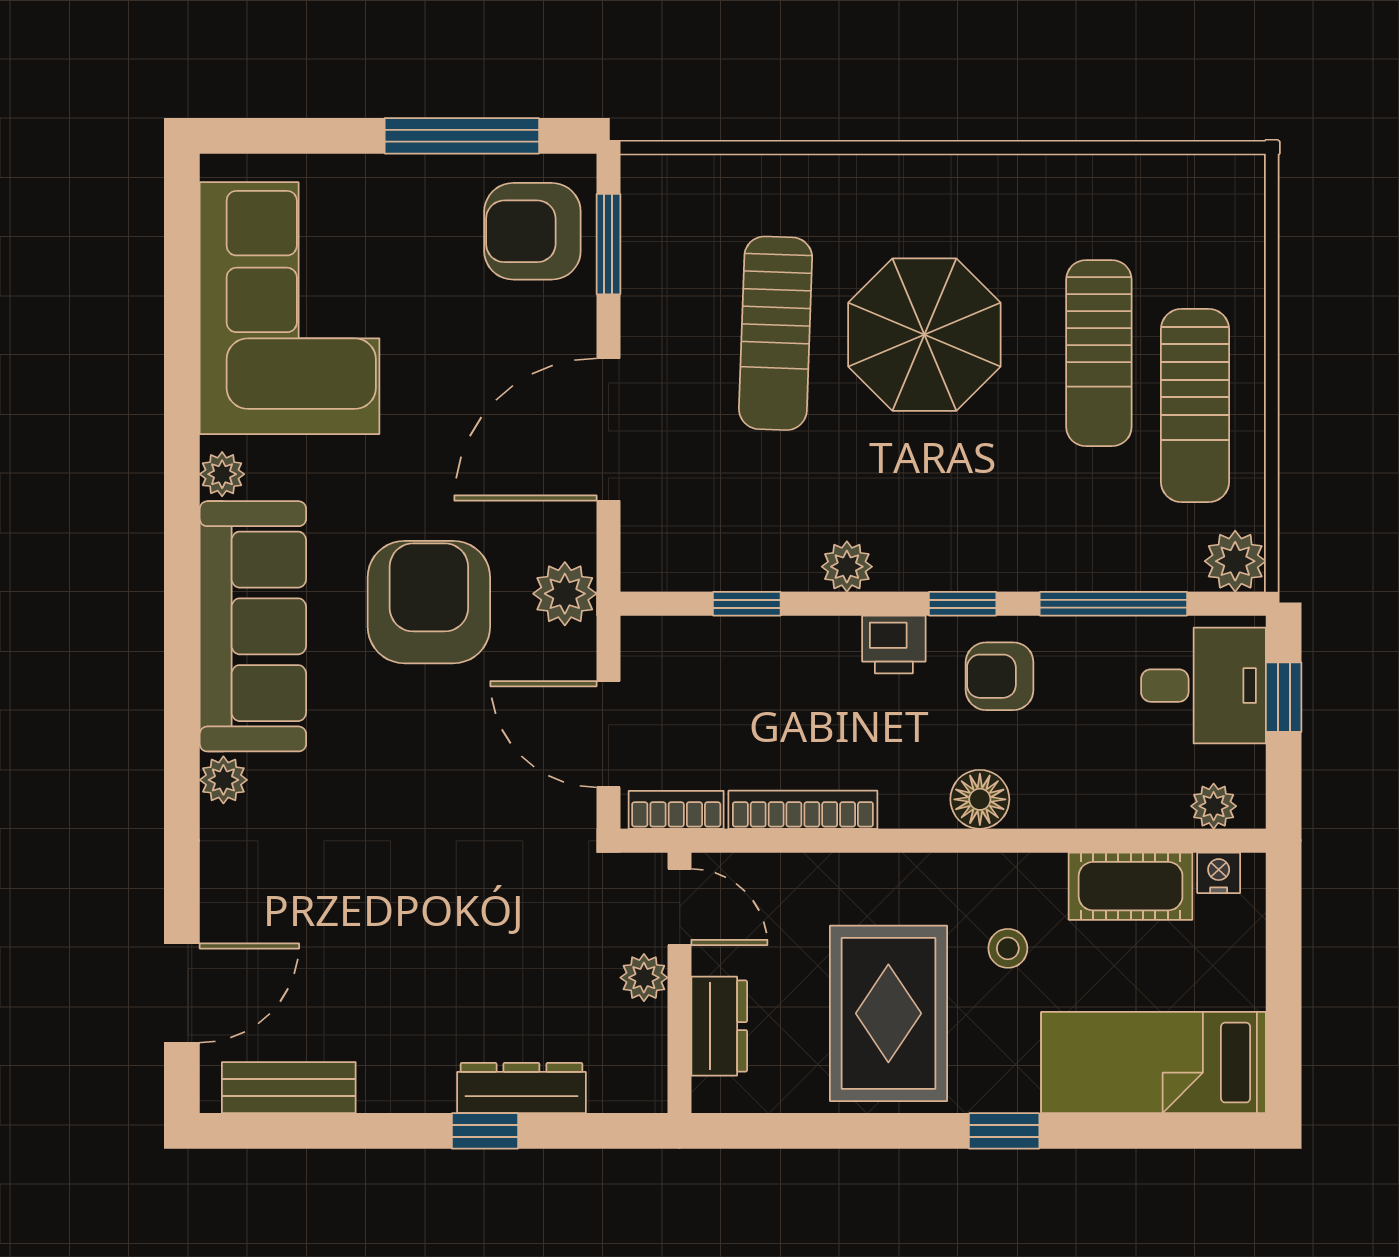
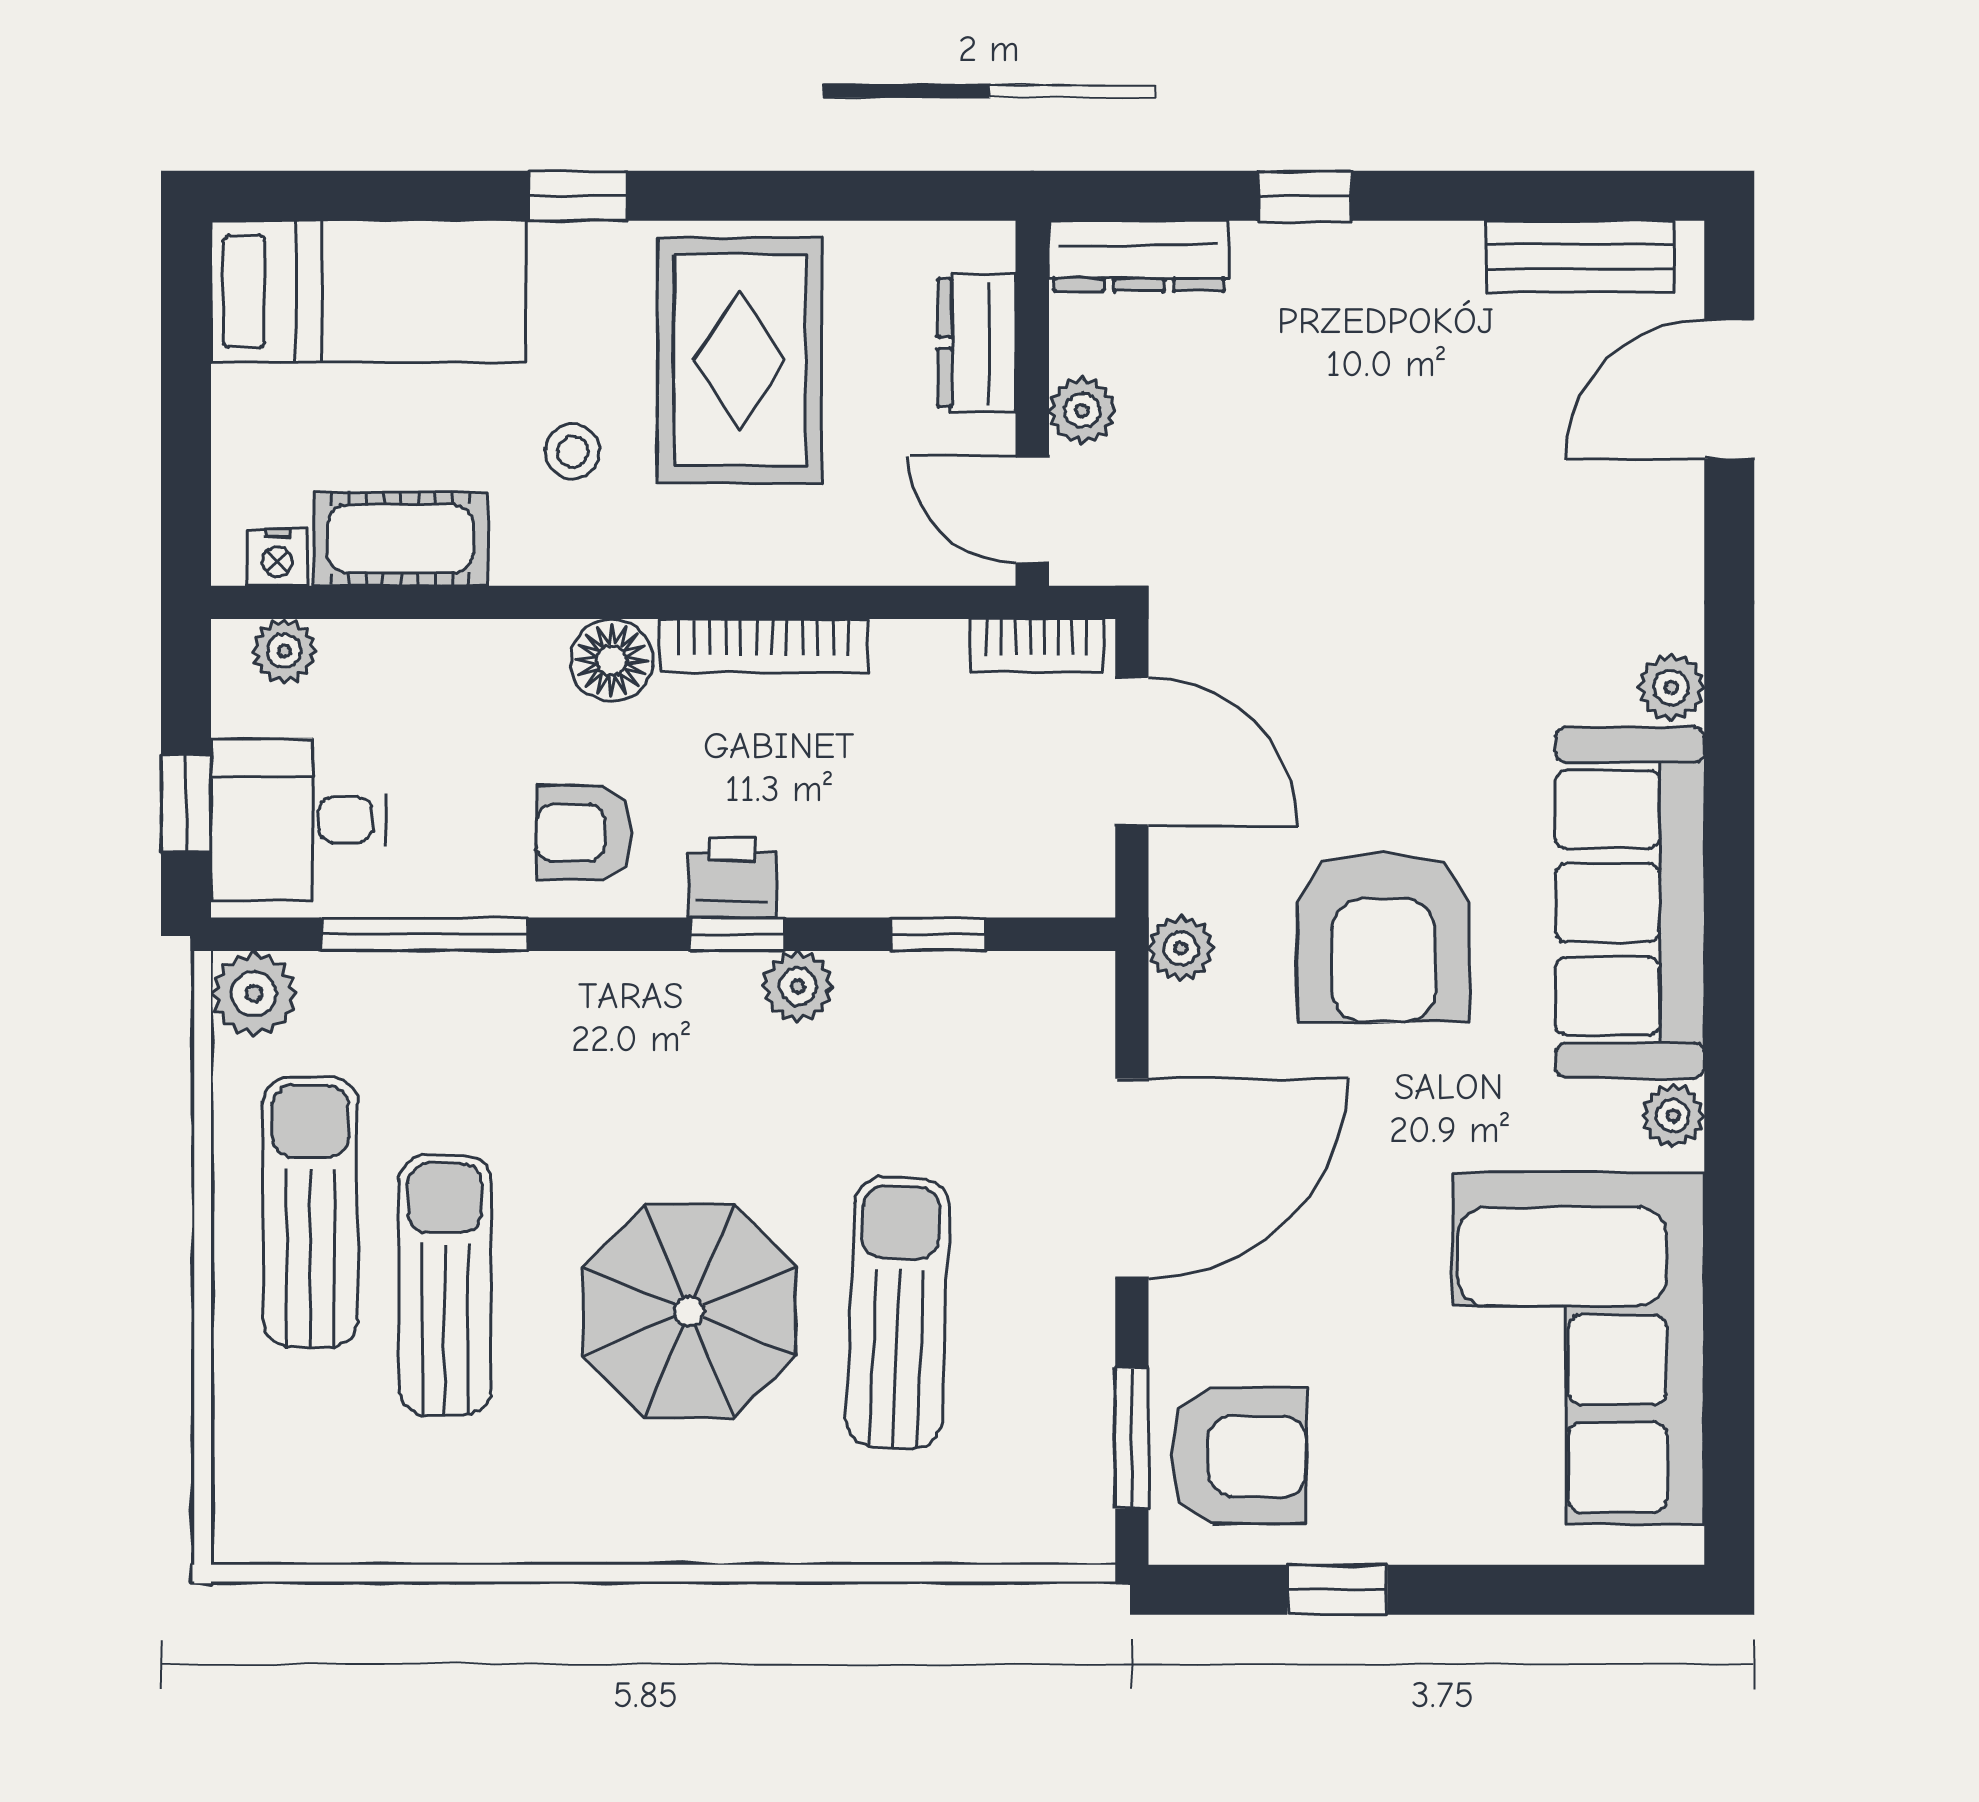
window: (462, 136) -> (1337, 1590), width x0.46
plant: (565, 594) -> (1181, 948), width x0.73, depth x0.73
window: (963, 604) -> (737, 934), moved
armchair: (1000, 676) -> (584, 833), turned 180
bookcase: (803, 810) -> (764, 646), moved
dresser: (521, 1088) -> (1139, 256), moved

